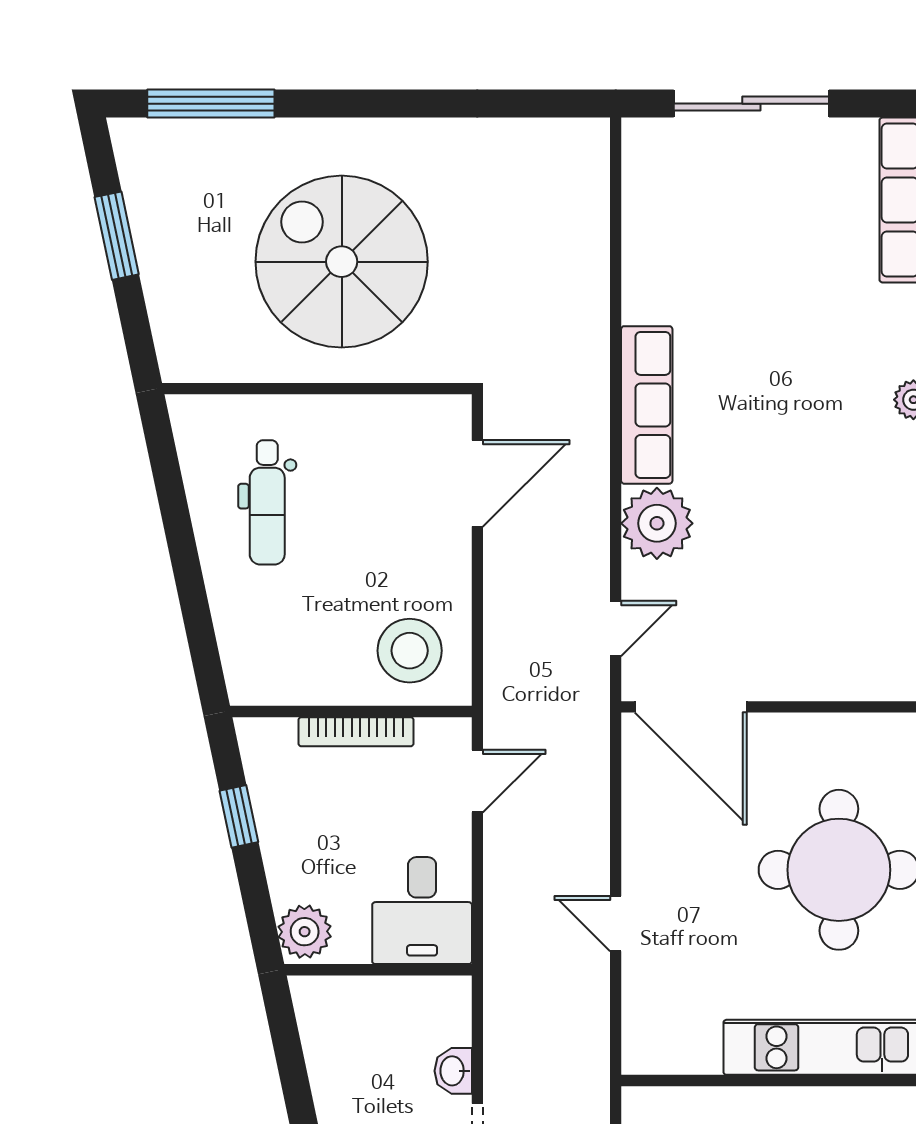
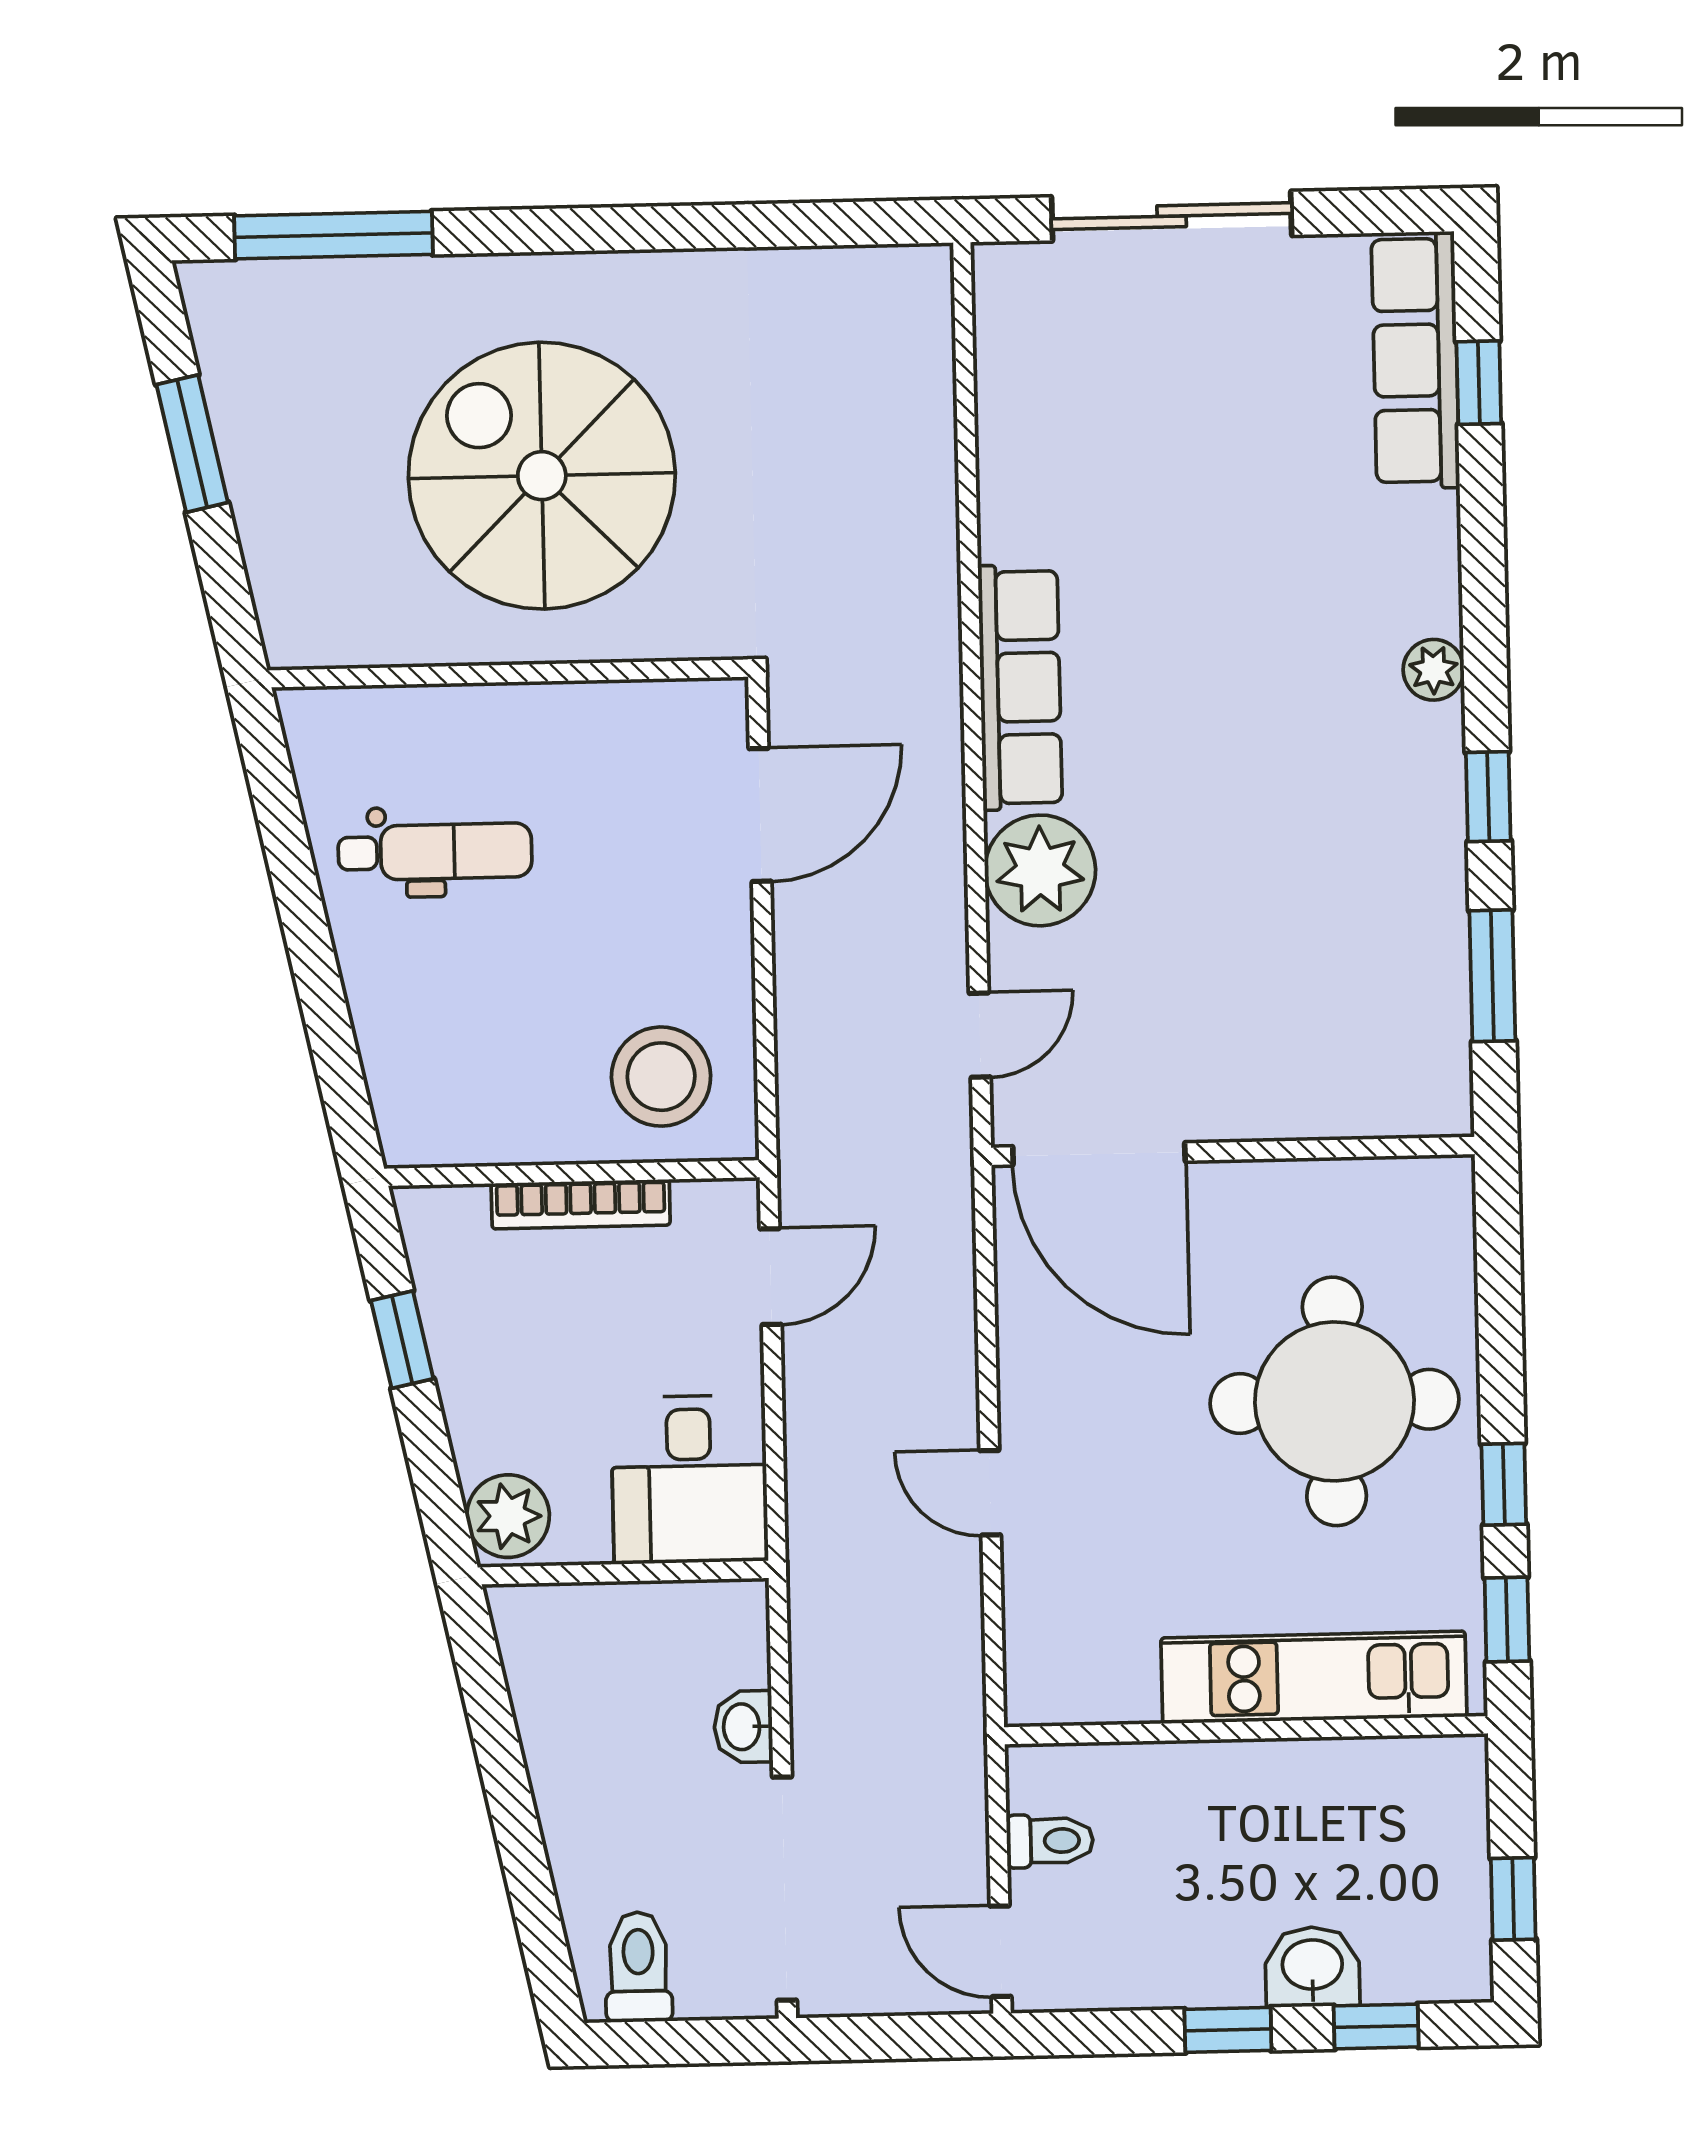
dental chair: (267, 502) -> (435, 852), turned -90

